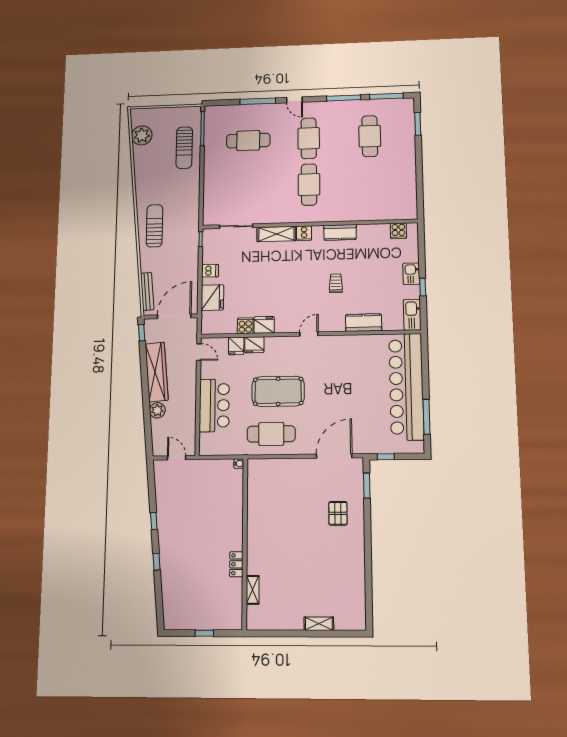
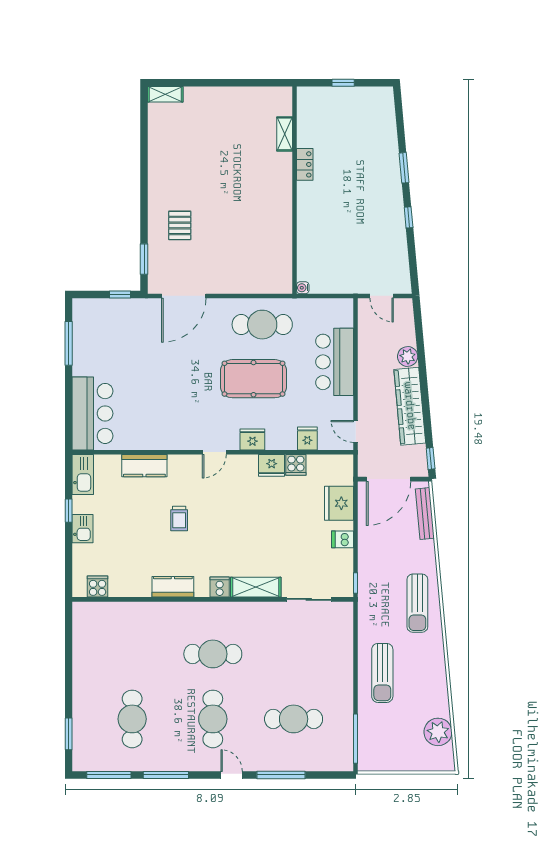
sun lounger: (184, 148) -> (382, 673), moved, turned 180
cafe table: (309, 185) -> (213, 654), turned 90
fridge: (254, 345) -> (252, 439), moved
bar counter: (406, 387) -> (93, 413), width x0.54
window: (156, 562) -> (404, 168), width x1.50
shelving: (319, 624) -> (165, 94), moved

